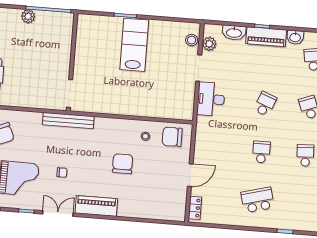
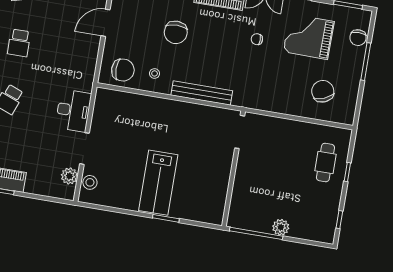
washbasin: (234, 33) -> (39, 187), removed
bench: (68, 120) -> (202, 93), moved
chair: (123, 164) -> (176, 32), moved

